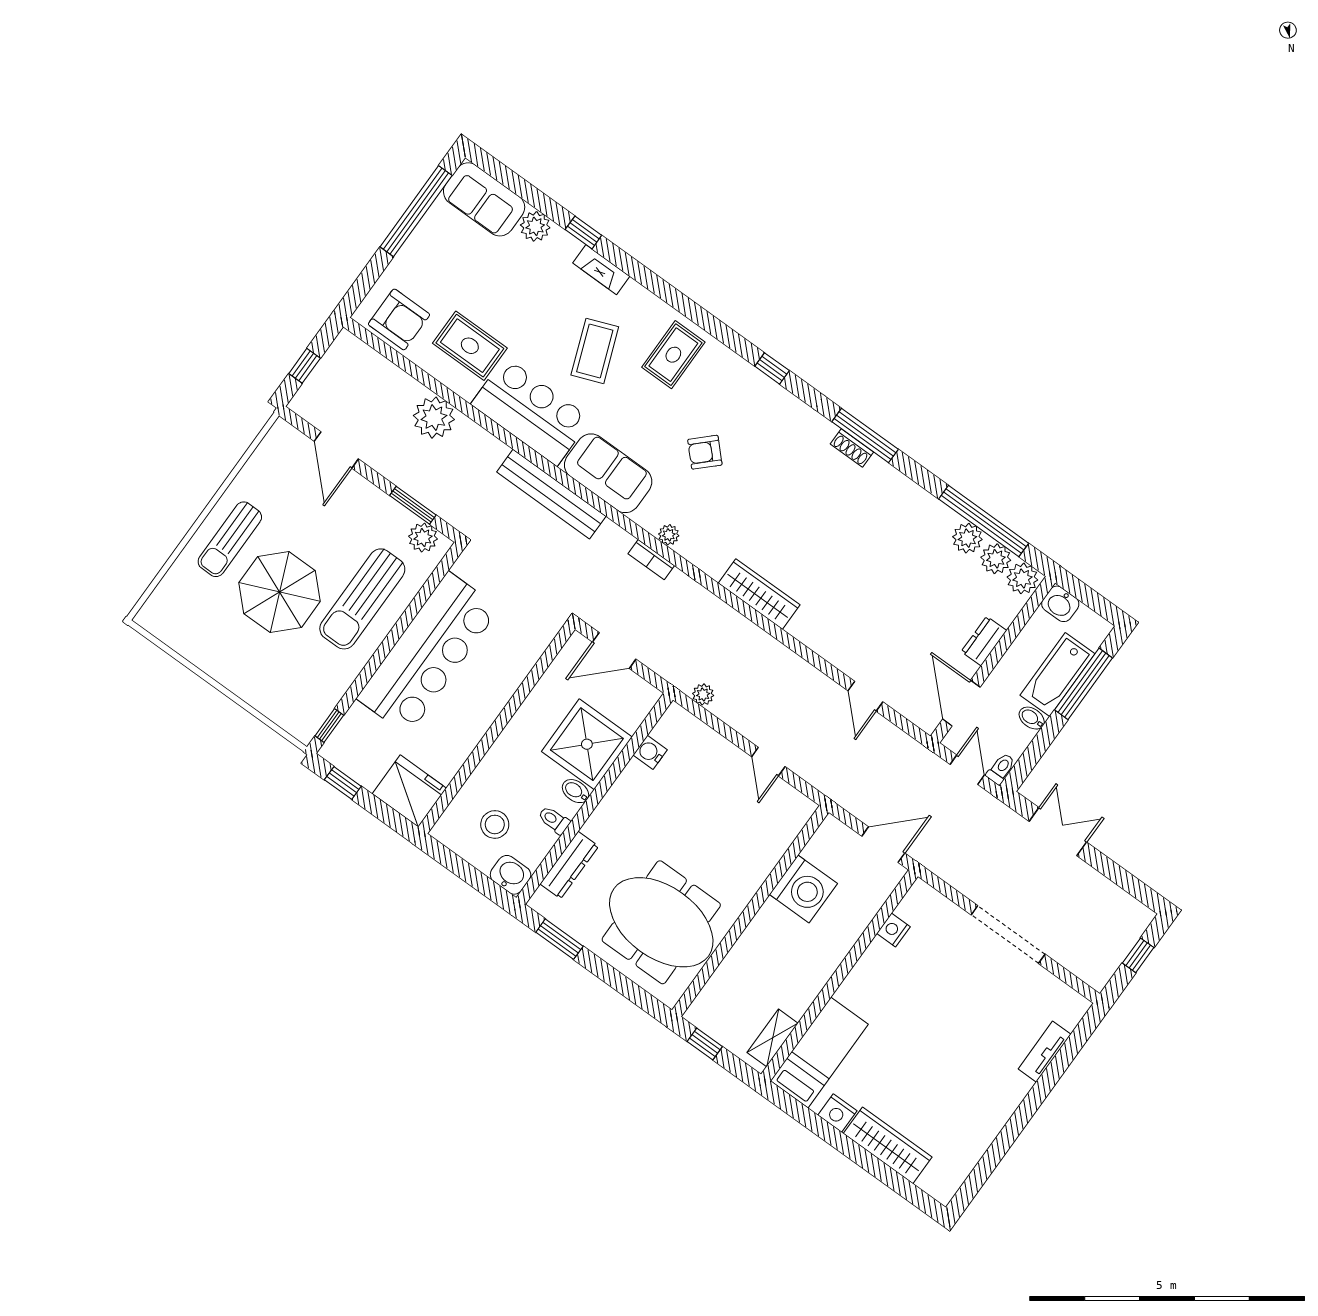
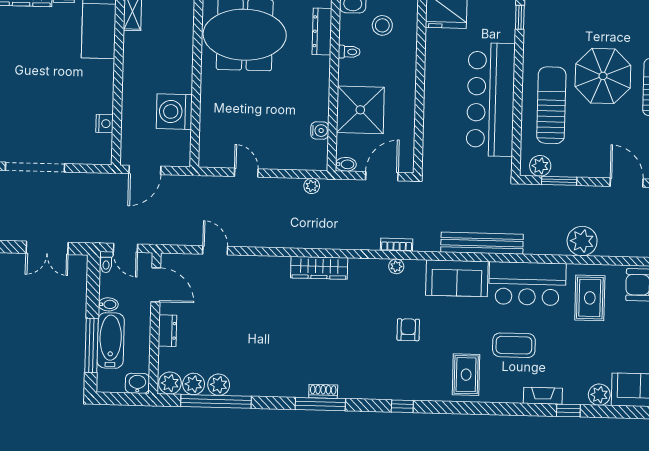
rug: (470, 346) -> (590, 298), turned 90
coffee table: (595, 351) -> (514, 345), turned -69
armchair: (705, 452) -> (408, 330), turned -46
bidet: (576, 791) -> (346, 164), moved

